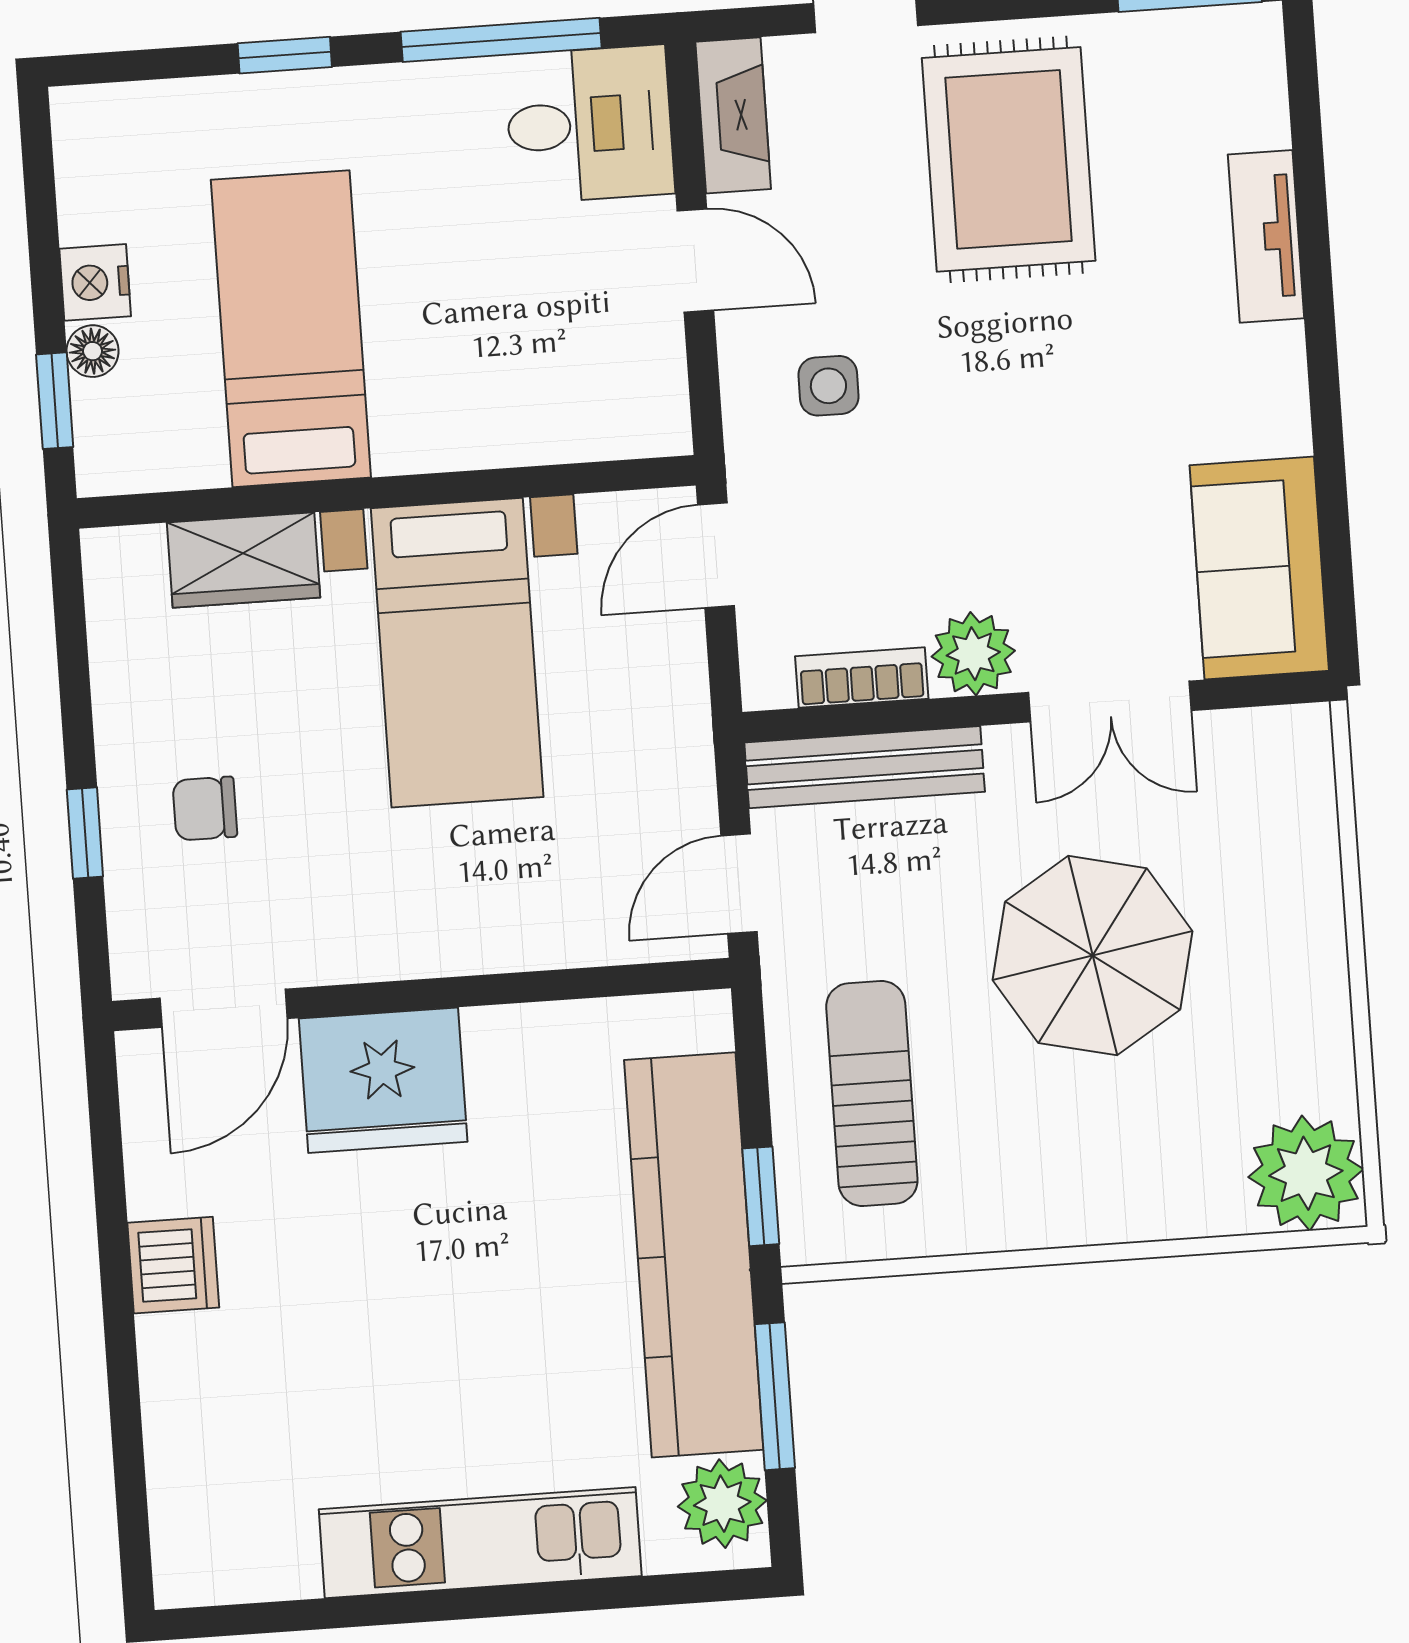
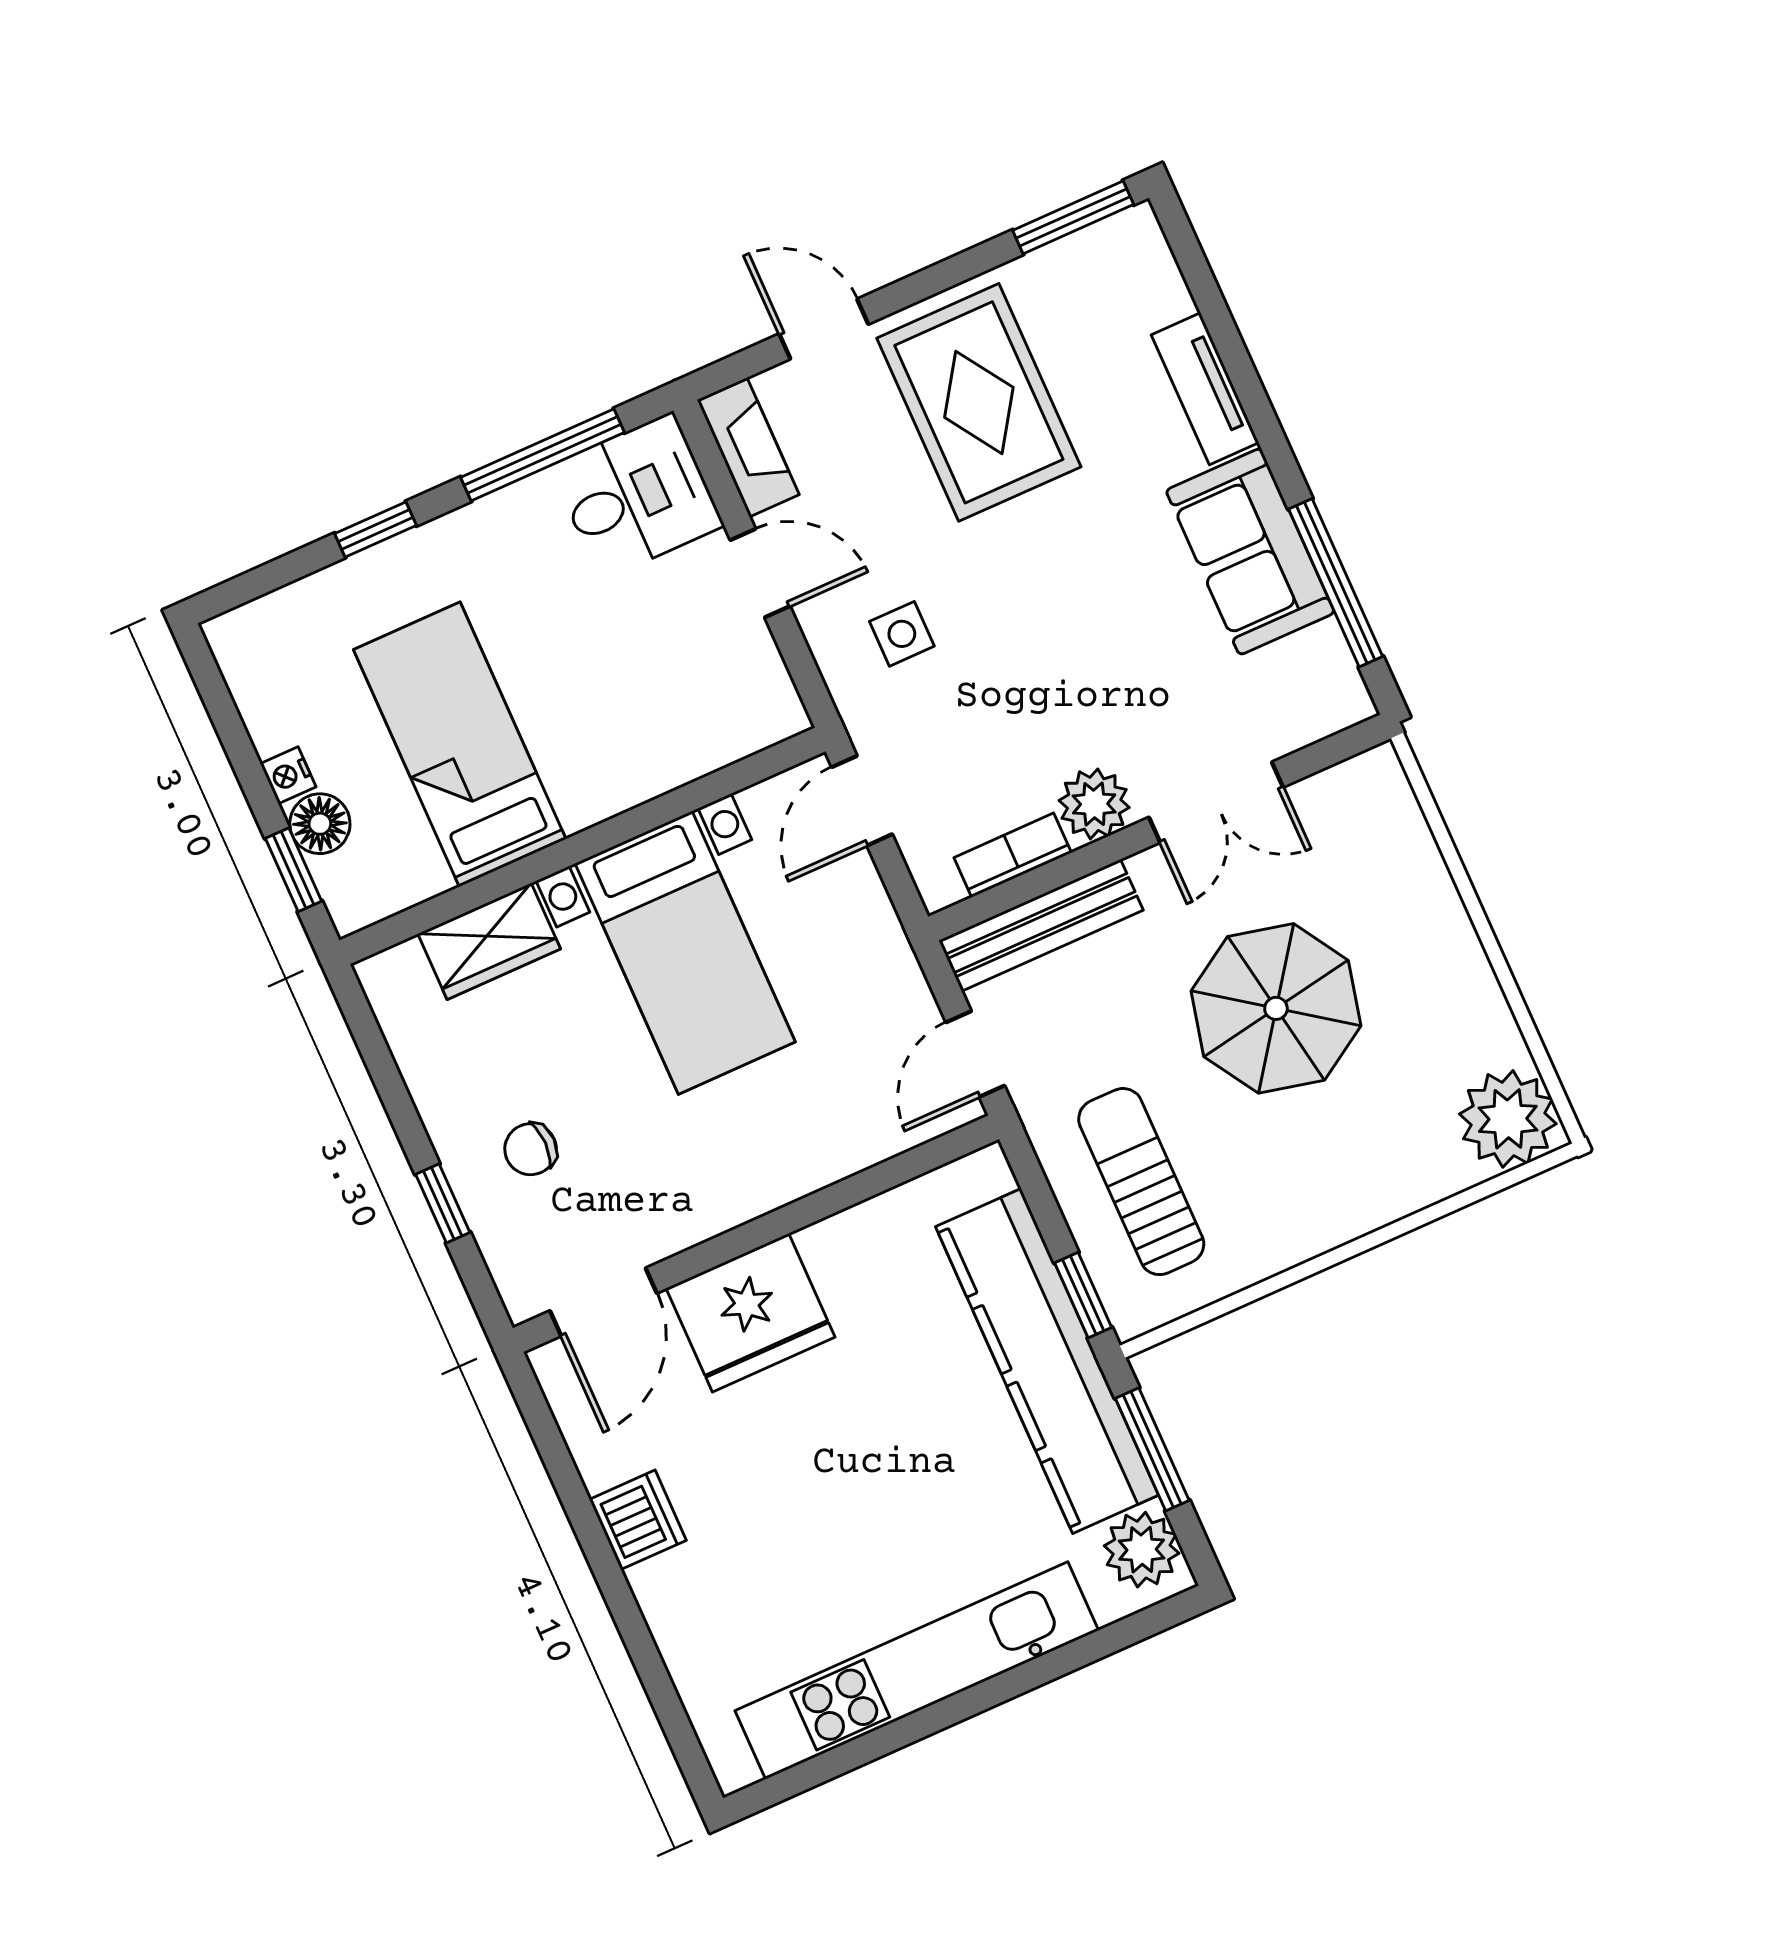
nightstand: (95, 282) -> (288, 775), width x0.72, depth x0.74
floor lamp: (93, 351) -> (320, 824), width x1.37, depth x1.37
window: (1333, 506) -> (1336, 583), added
sofa: (1259, 568) -> (1250, 552), moved
kitchen unit: (480, 1543) -> (917, 1670), width x1.36

